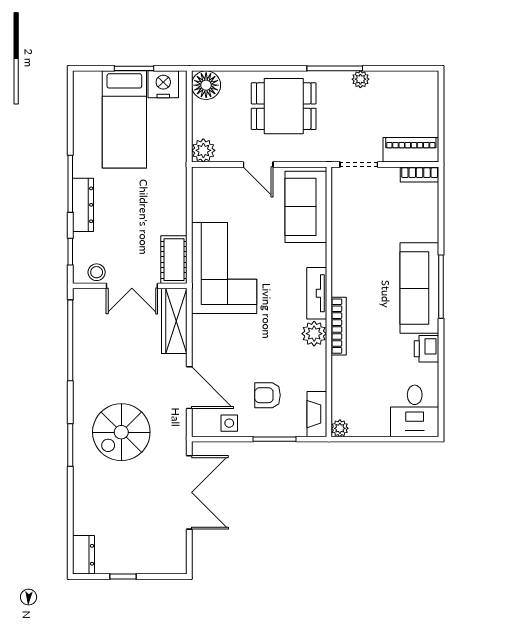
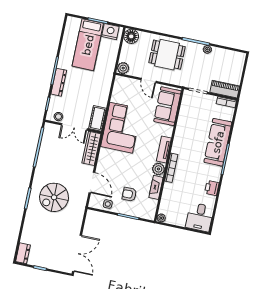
sofa: (419, 288) -> (218, 142), moved
fireplace: (317, 414) -> (156, 187), moved
double door: (189, 492) -> (77, 253), moved

